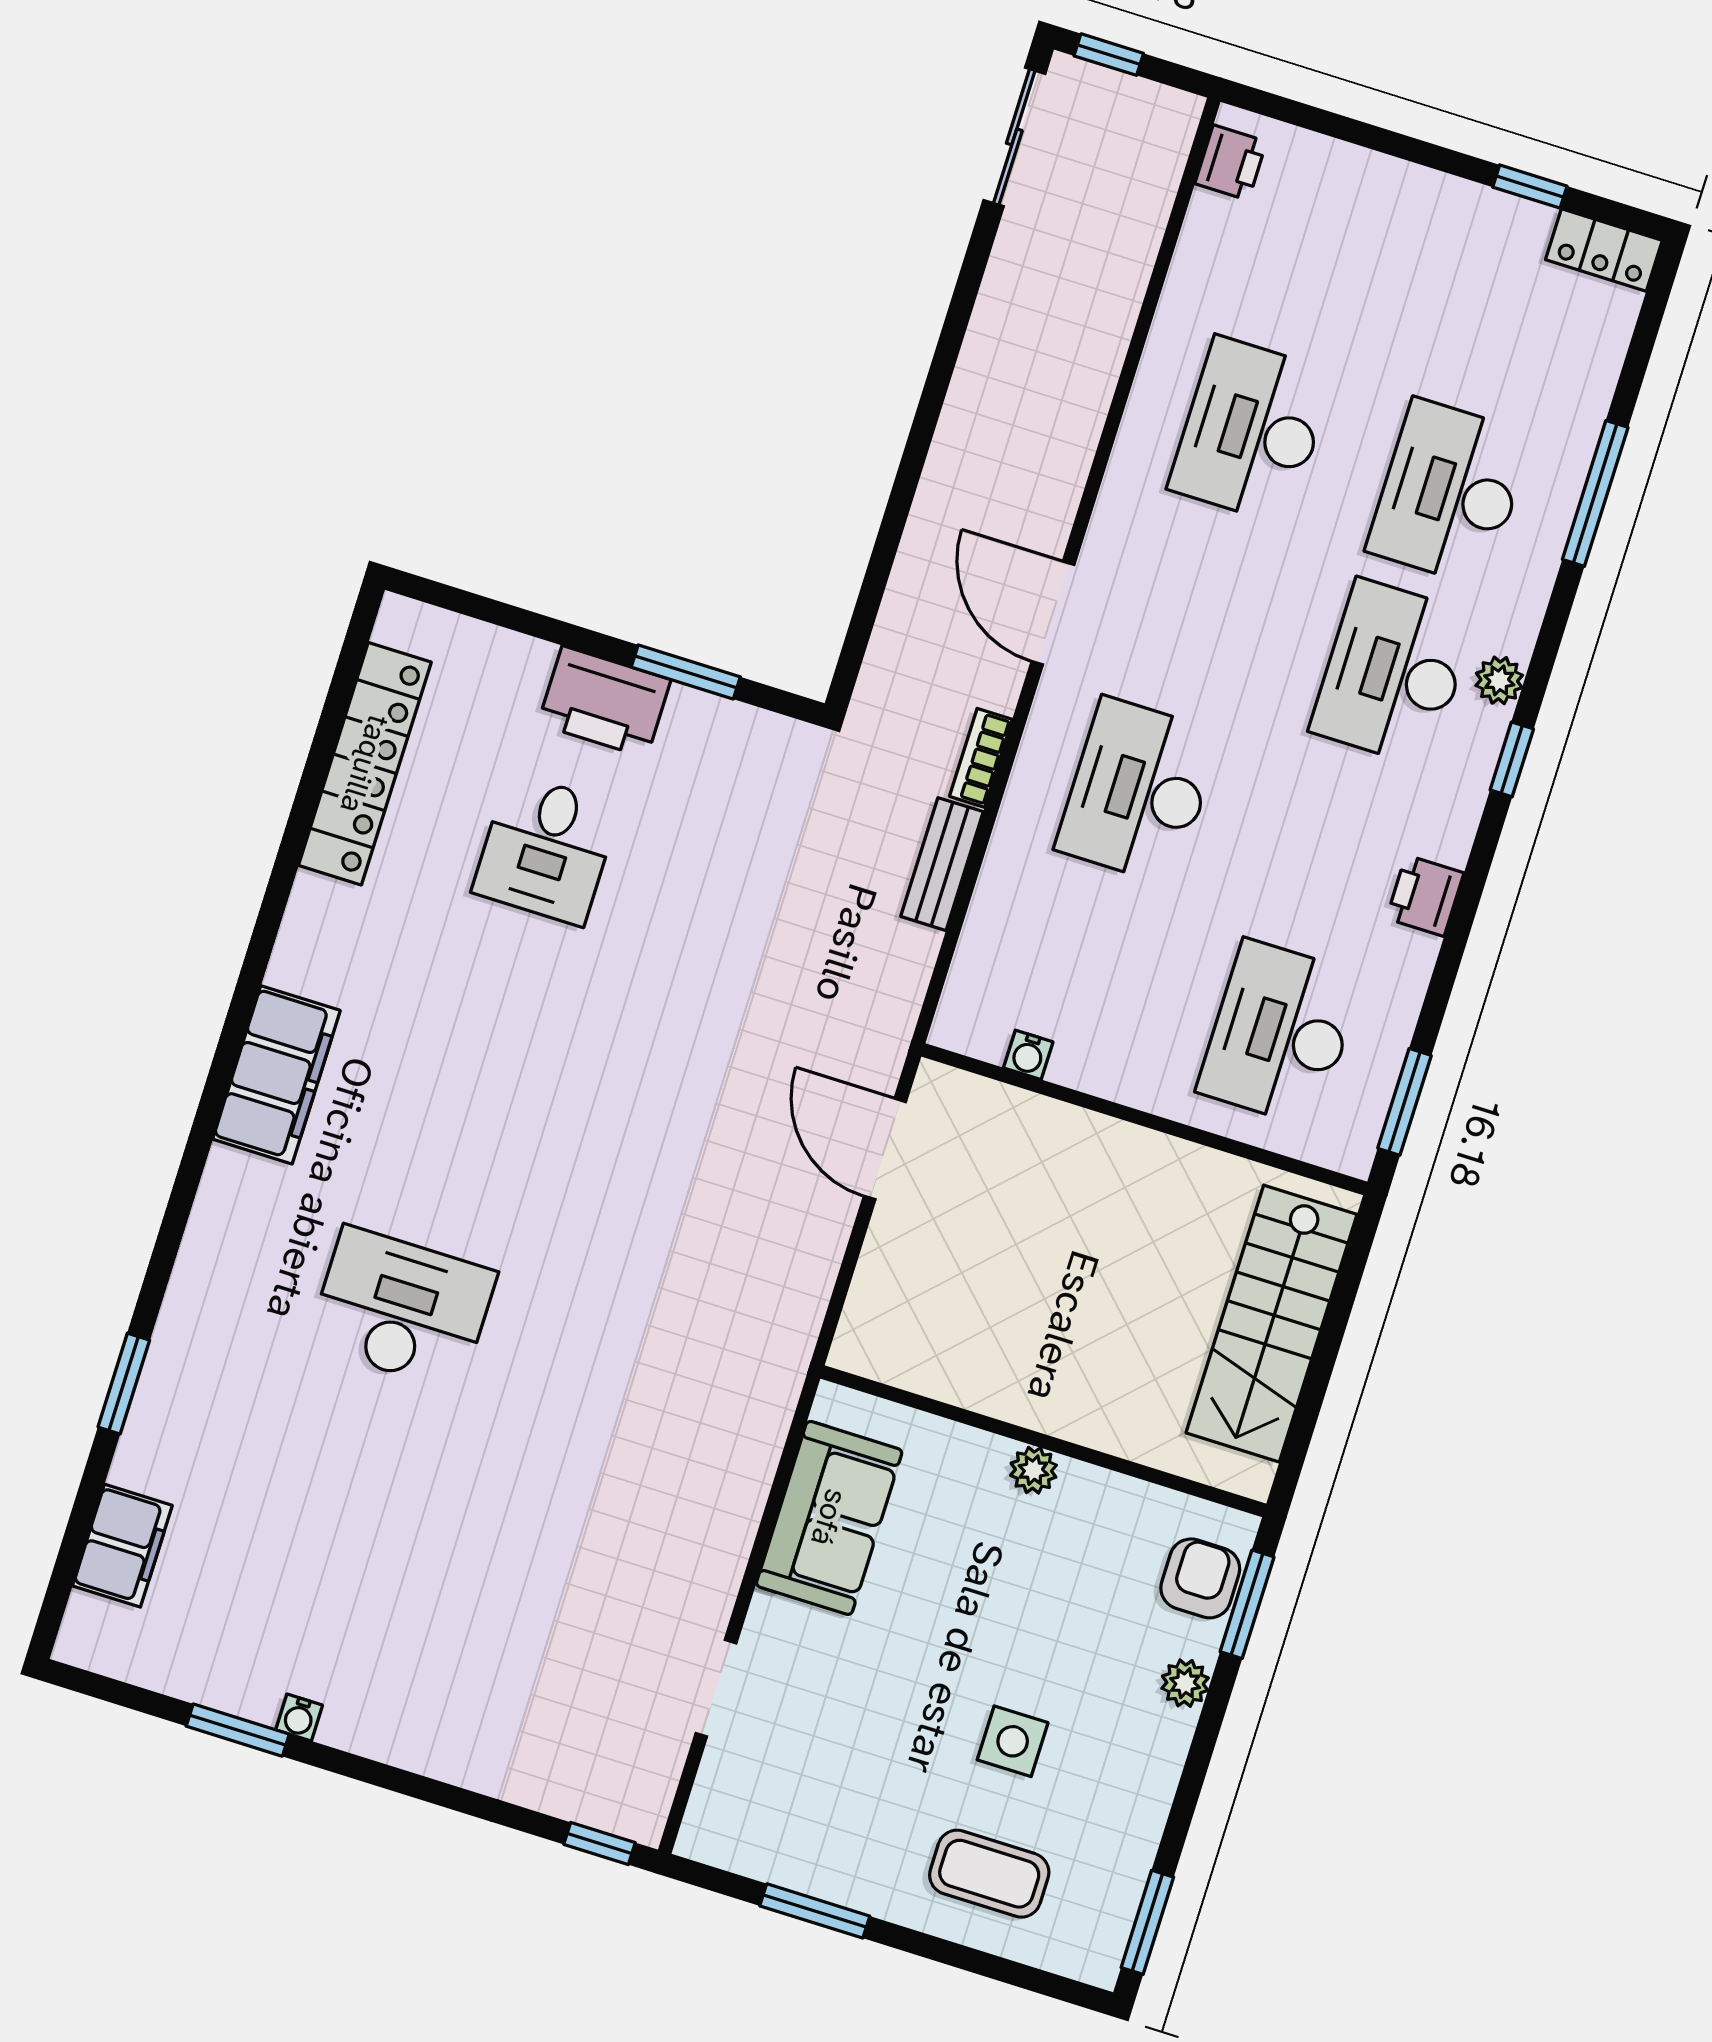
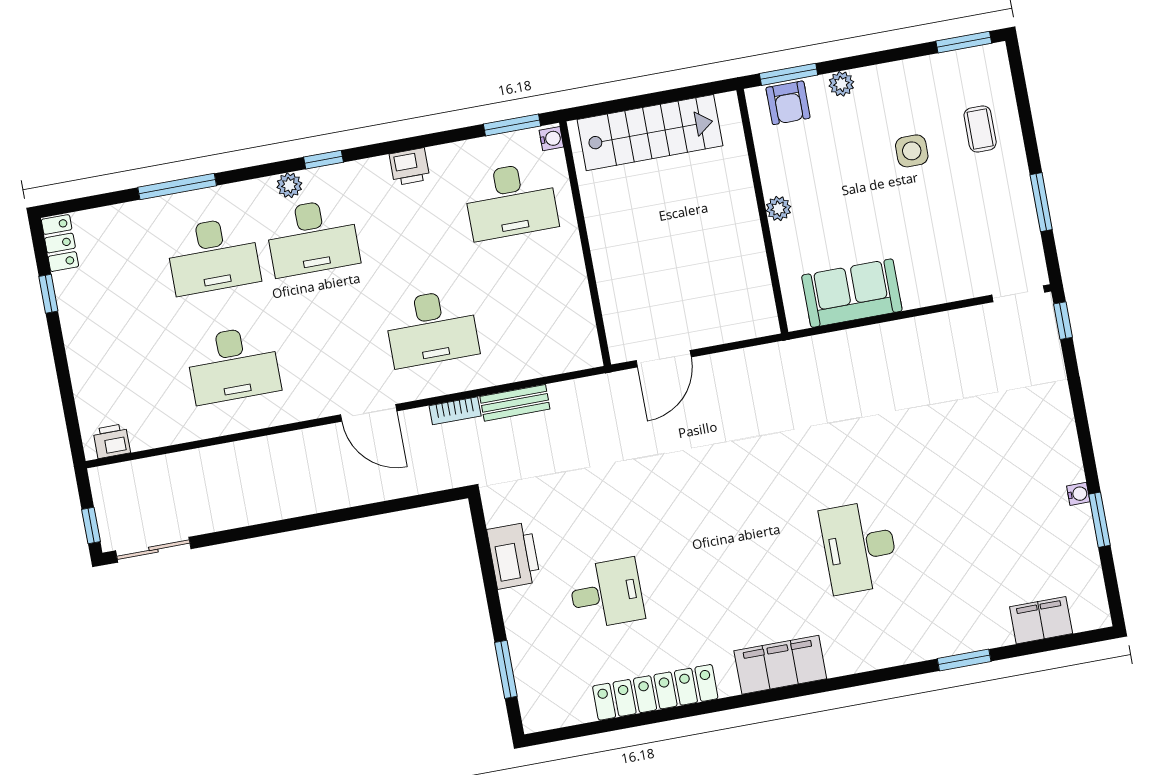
door: (1053, 613) -> (369, 413), hinge flipped
window: (686, 672) -> (506, 669), moved
printer: (604, 702) -> (514, 556), moved
locker: (365, 764) -> (655, 692), moved
water cooler: (1028, 1055) -> (551, 139), moved
armchair: (1200, 1578) -> (788, 103), turned -90
doorway: (716, 1688) -> (1018, 294), moved
coffee table: (989, 1874) -> (980, 129), width x0.73, depth x0.77

